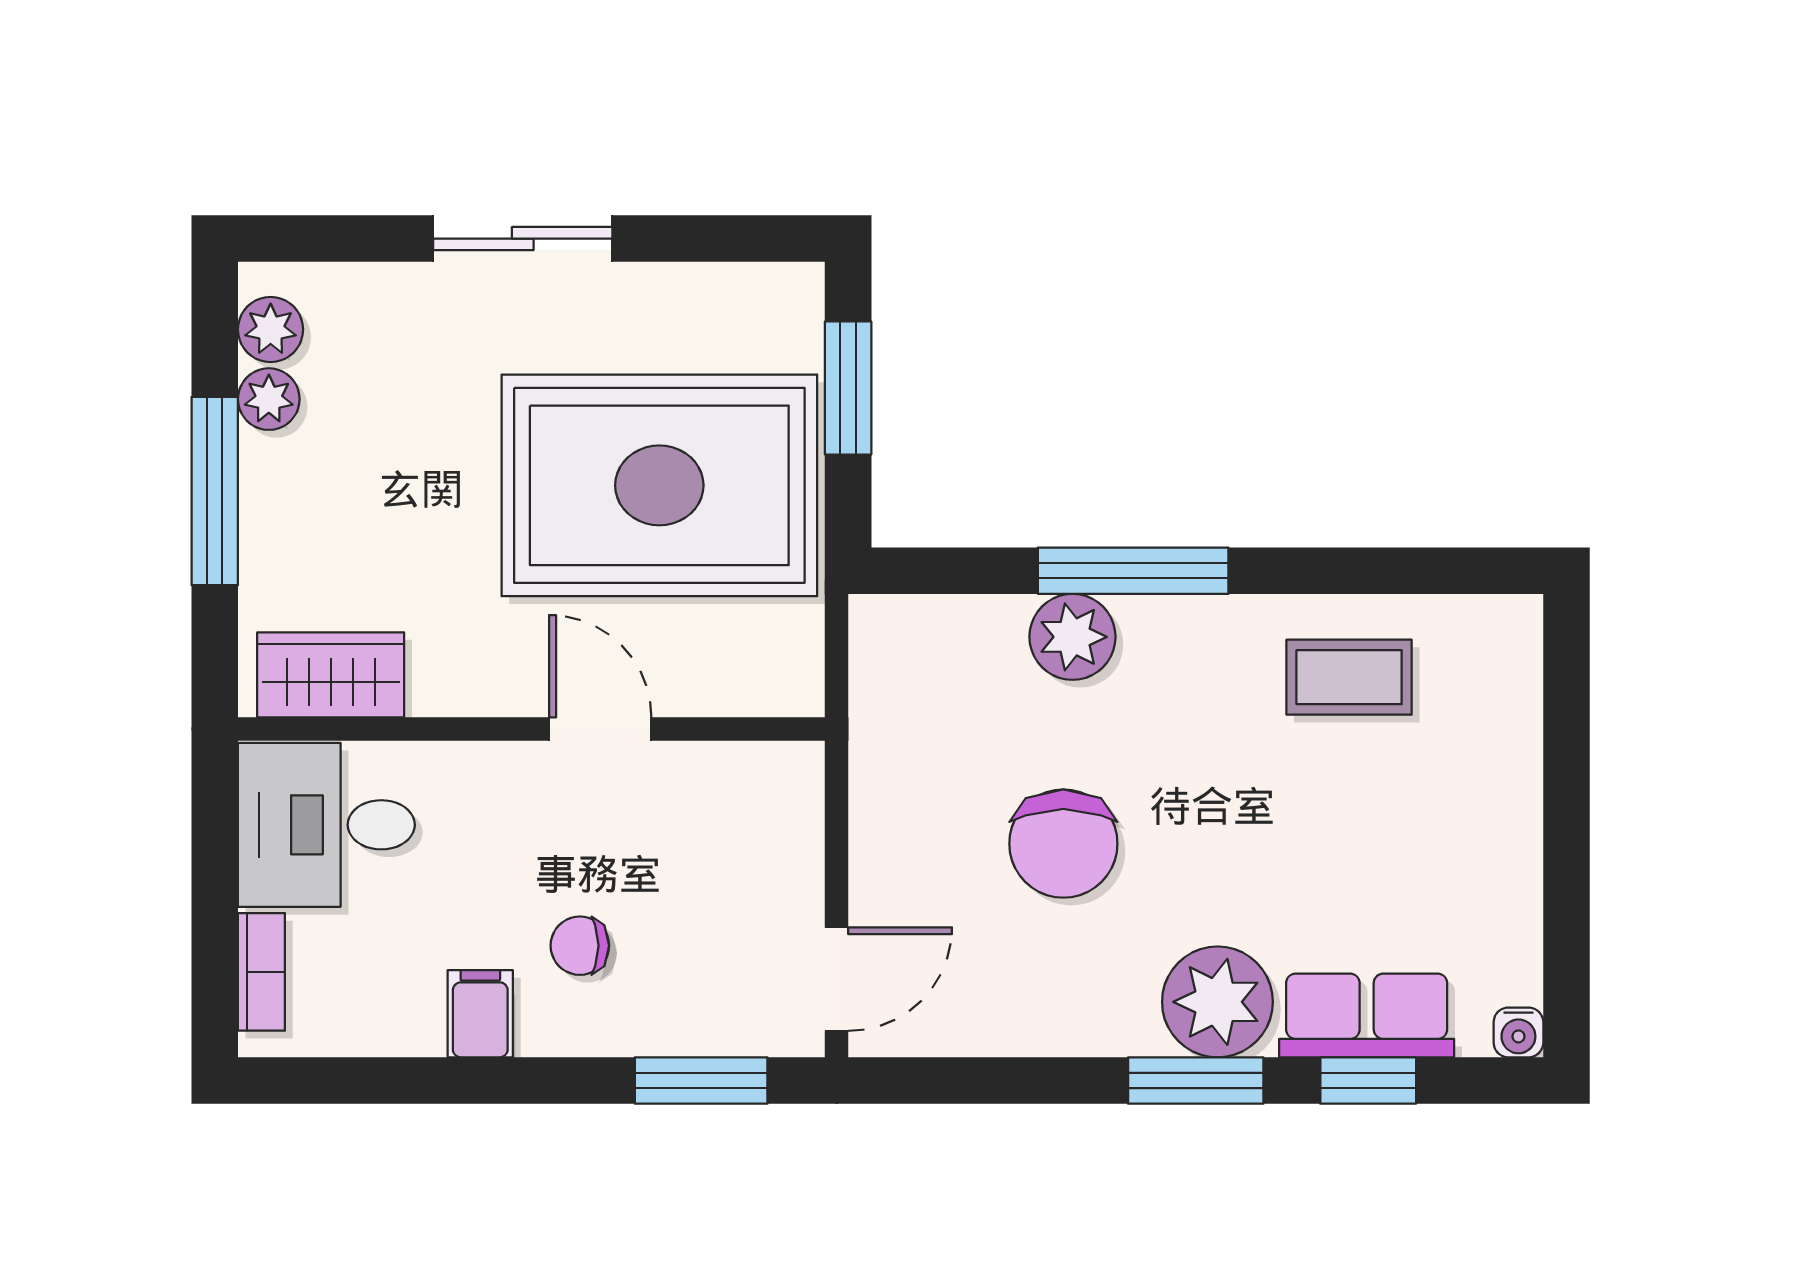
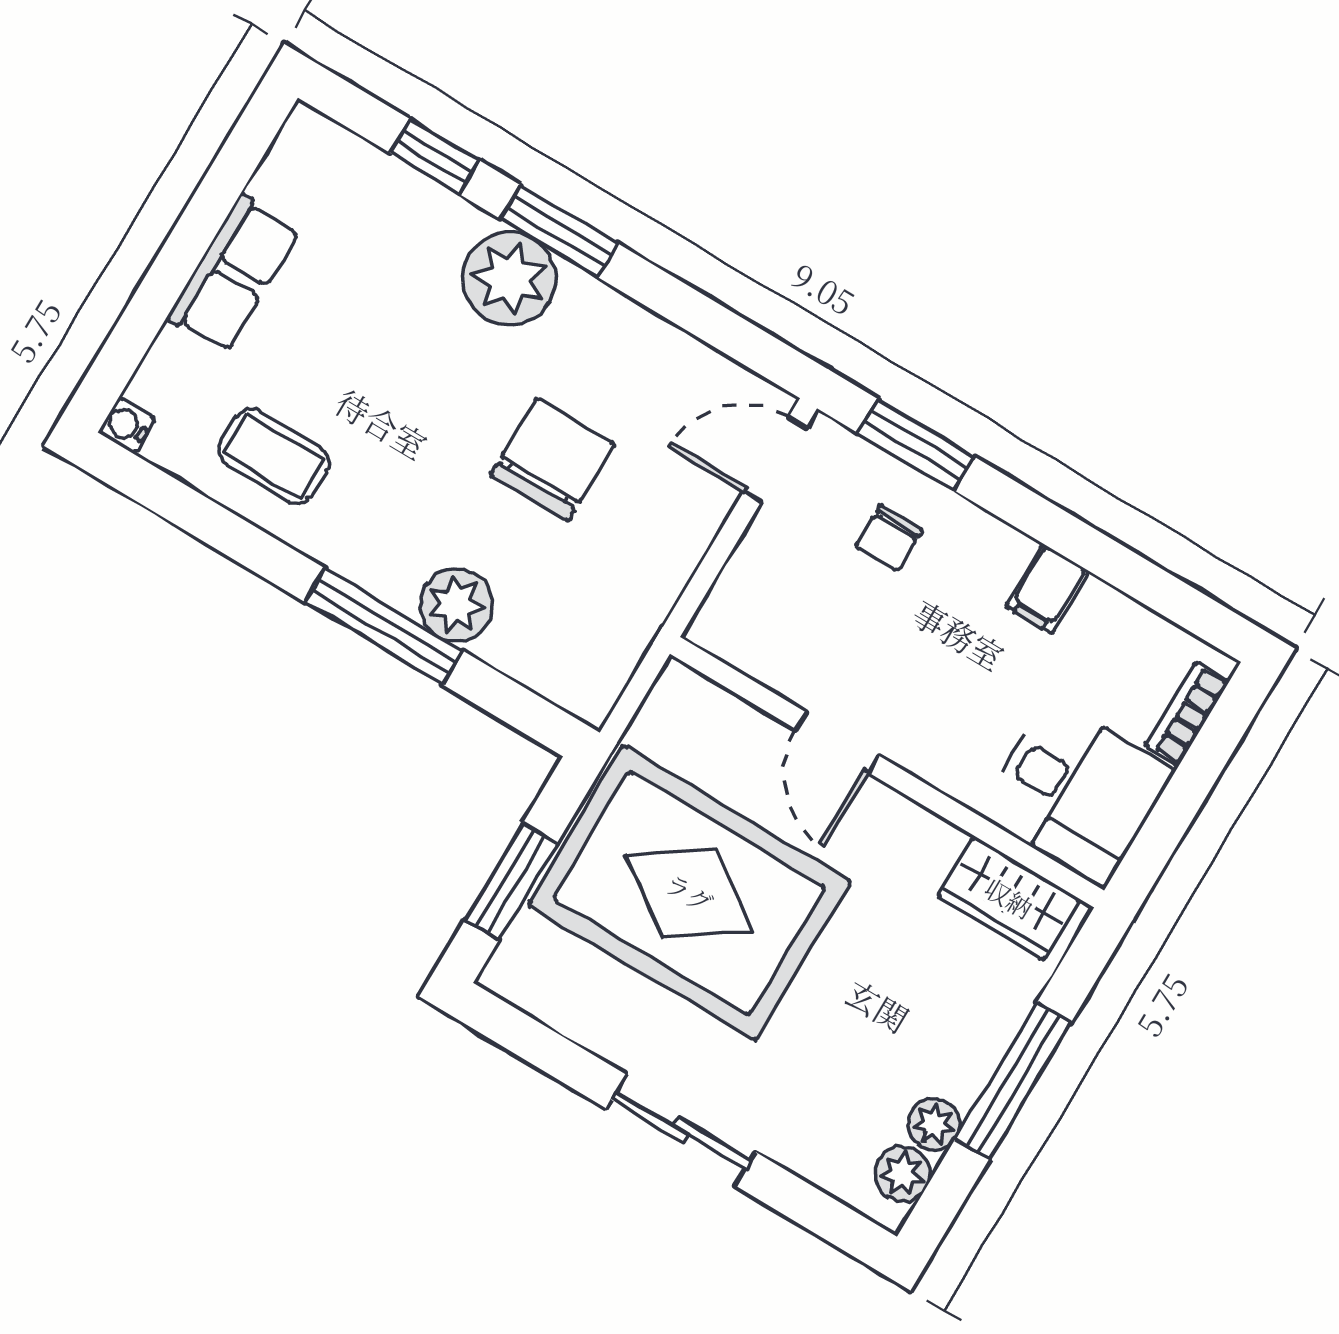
chair: (580, 946) -> (889, 538), moved, turned 90
row of seats: (1367, 1015) -> (233, 274), moved, turned -90
water cooler: (1518, 1032) -> (126, 425), moved, turned -90

